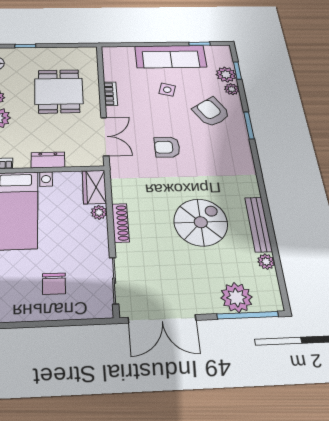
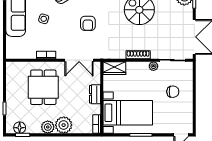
dining table: (59, 91) -> (43, 87), turned 90
double door: (105, 136) -> (79, 60), swing flipped
plant: (99, 212) -> (153, 66), moved

